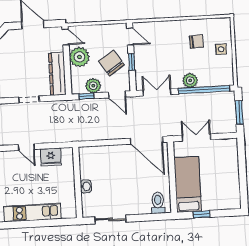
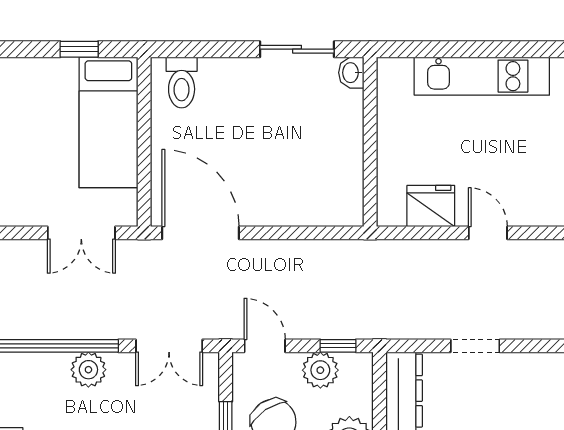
washbasin: (86, 186) -> (351, 73), moved

